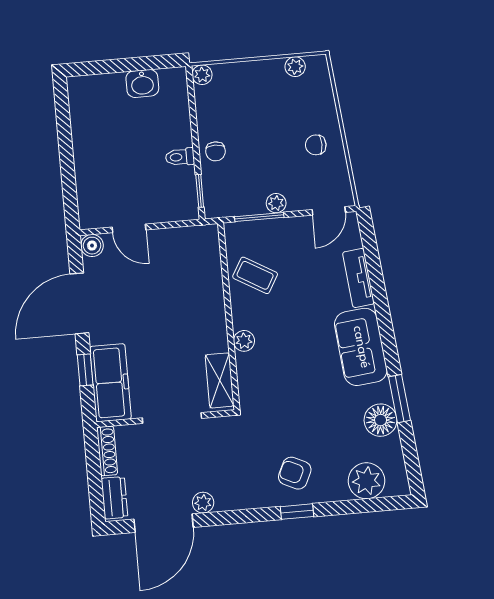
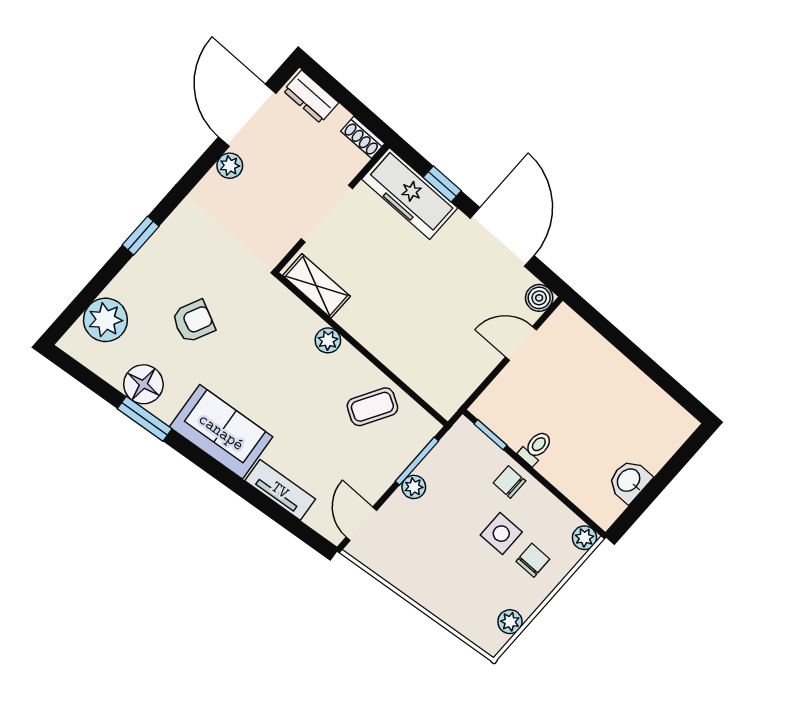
side table: (250, 125) -> (501, 534), added
chair: (316, 145) -> (533, 560), moved
shoe rack: (107, 451) -> (363, 137), width x0.70
armchair: (295, 473) -> (193, 321), moved

